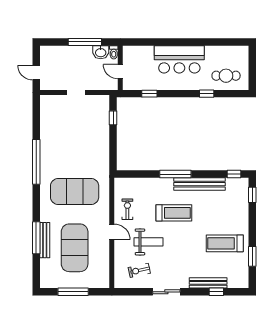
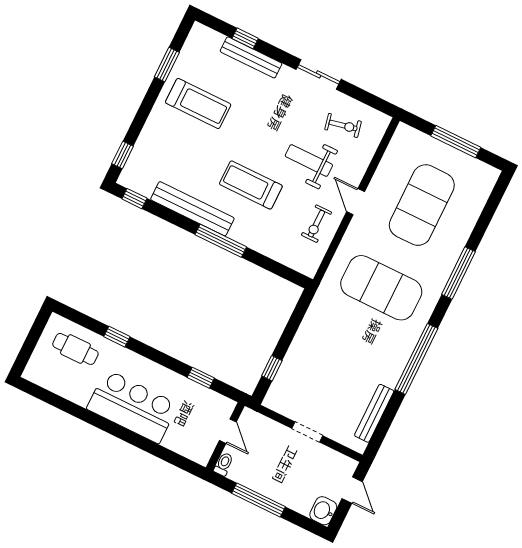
washbasin: (101, 52) -> (323, 511), moved, turned -90
window: (36, 238) -> (459, 273), moved
bench: (45, 240) -> (374, 413), moved

